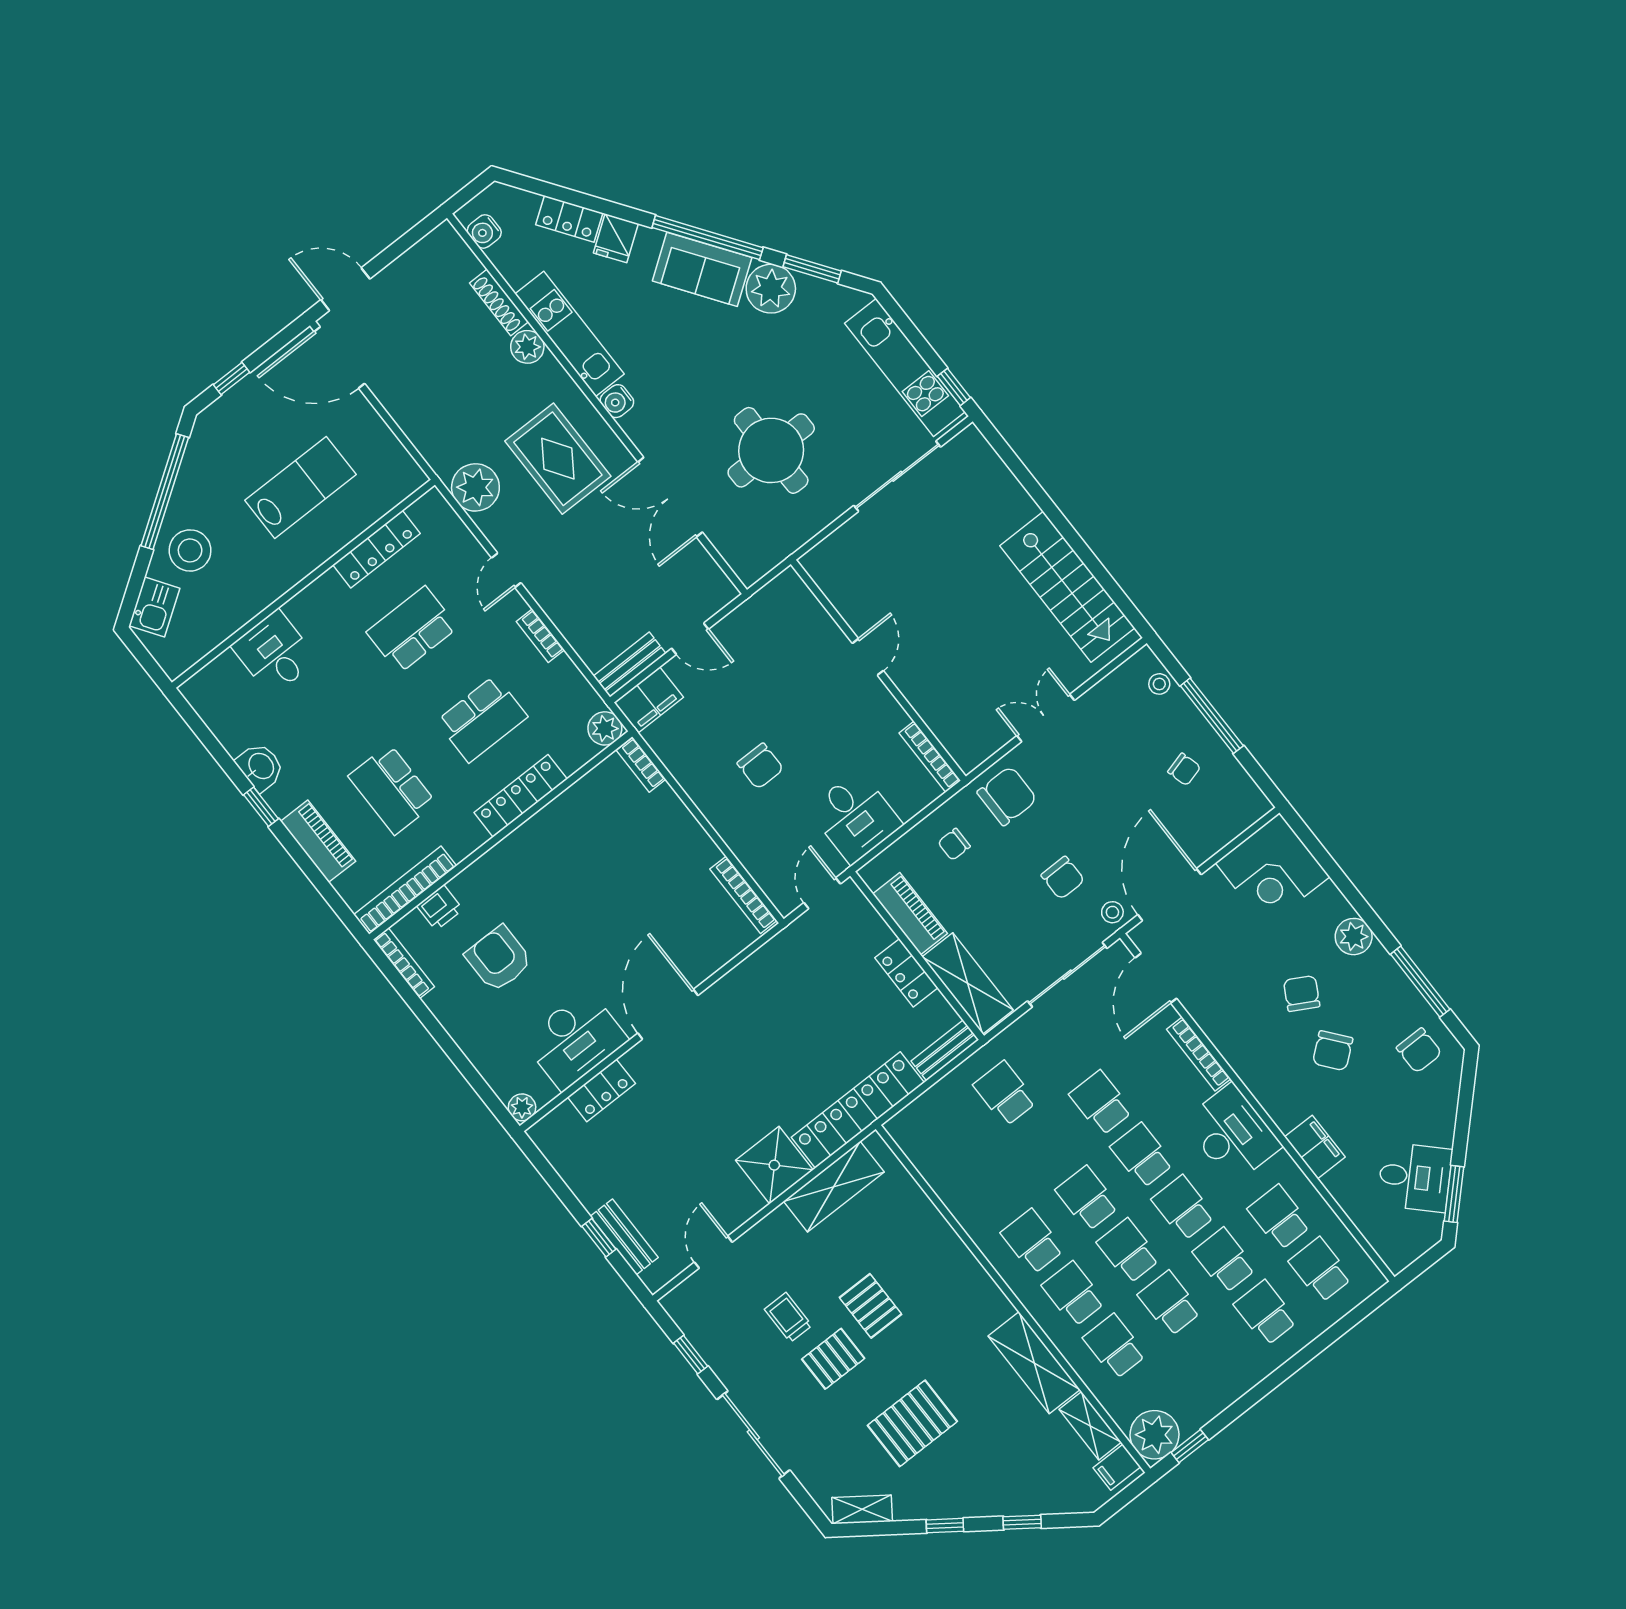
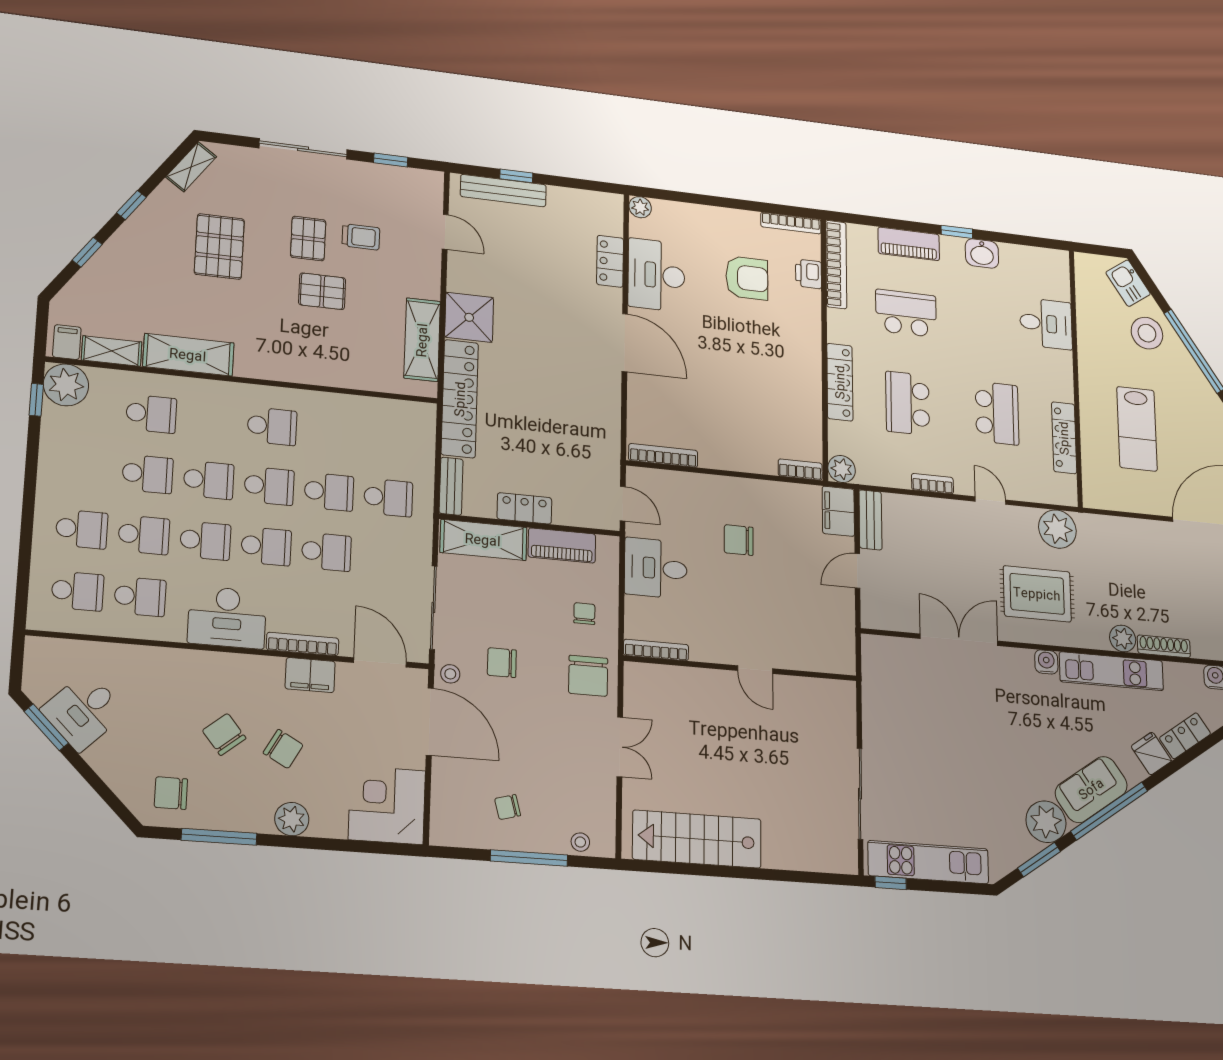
round table: (771, 450) -> (940, 729), removed
filing cabinet: (1315, 1147) -> (310, 675), moved
bench: (624, 1237) -> (503, 191), width x1.36
school desk: (1073, 1294) -> (329, 492), moved

